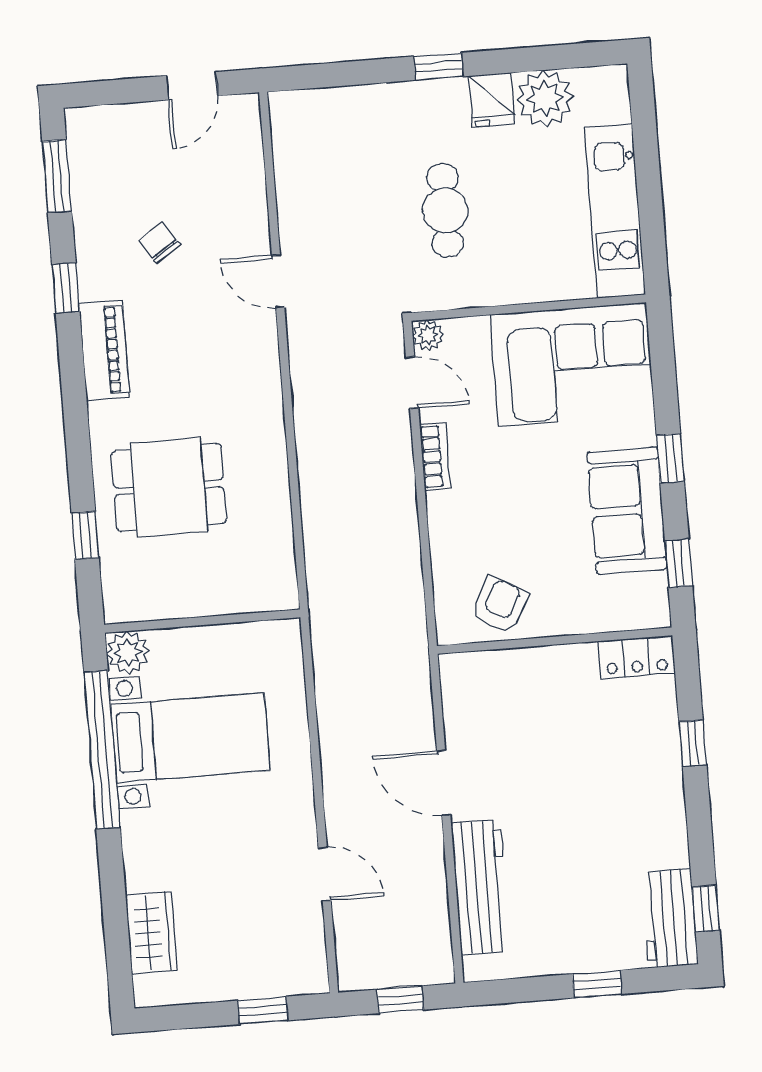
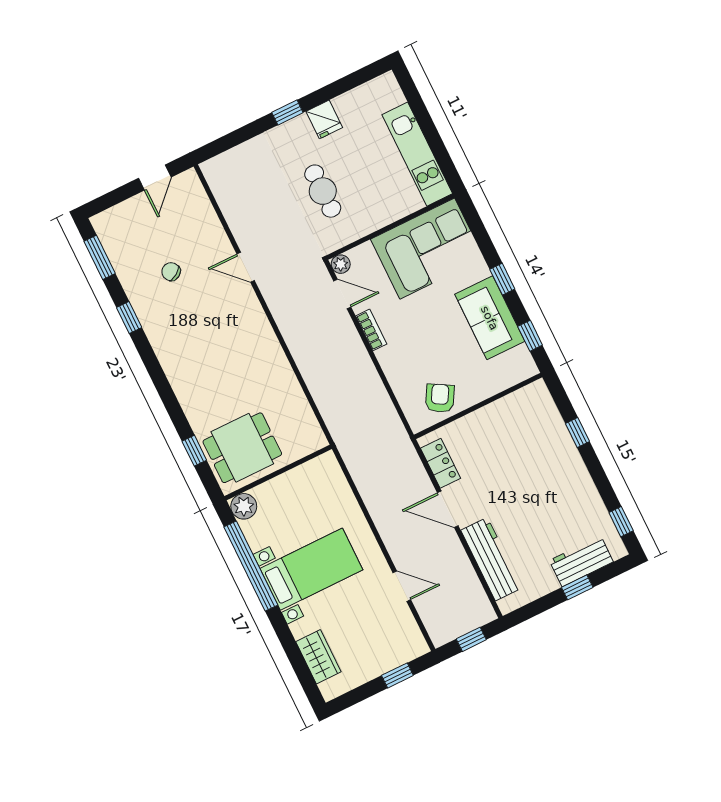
plant: (545, 98) -> (354, 107), removed
piano: (104, 350) -> (164, 344), removed
dining table: (169, 487) -> (242, 448), moved
locker: (636, 657) -> (441, 463), moved, turned -90
bed with nightstands: (190, 738) -> (311, 569), moved
workbench: (670, 918) -> (581, 561), moved, turned 90

